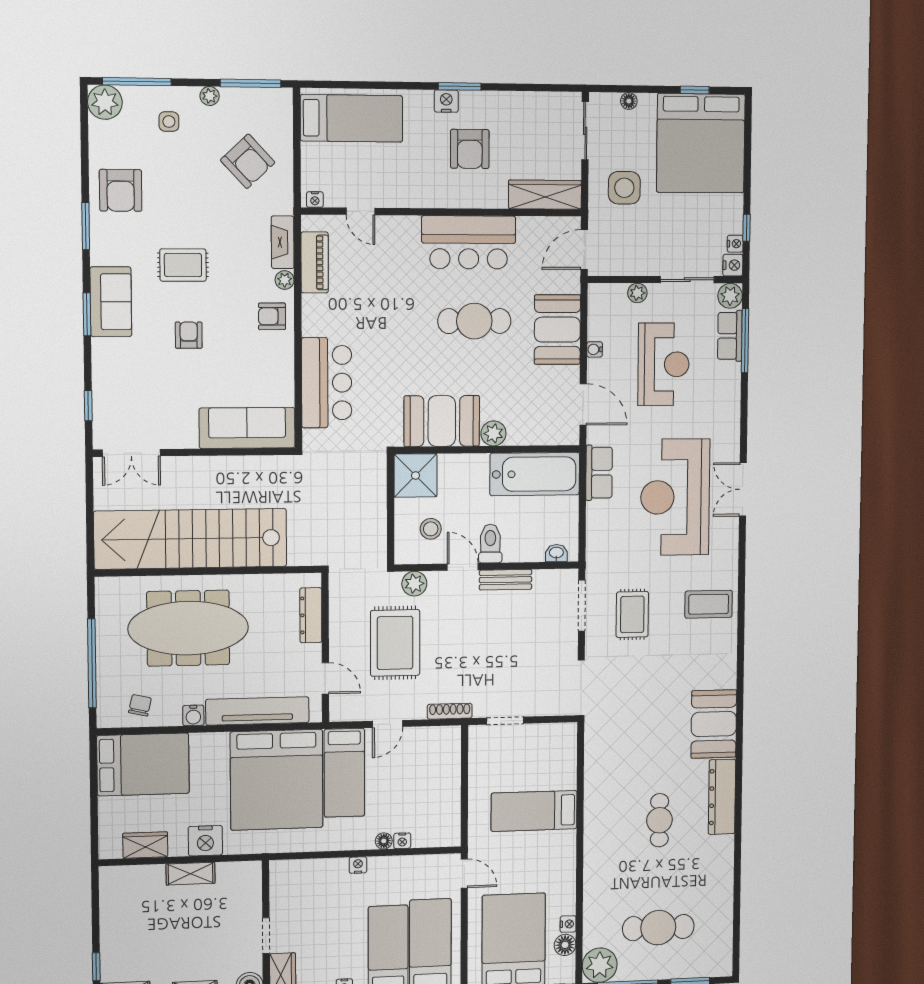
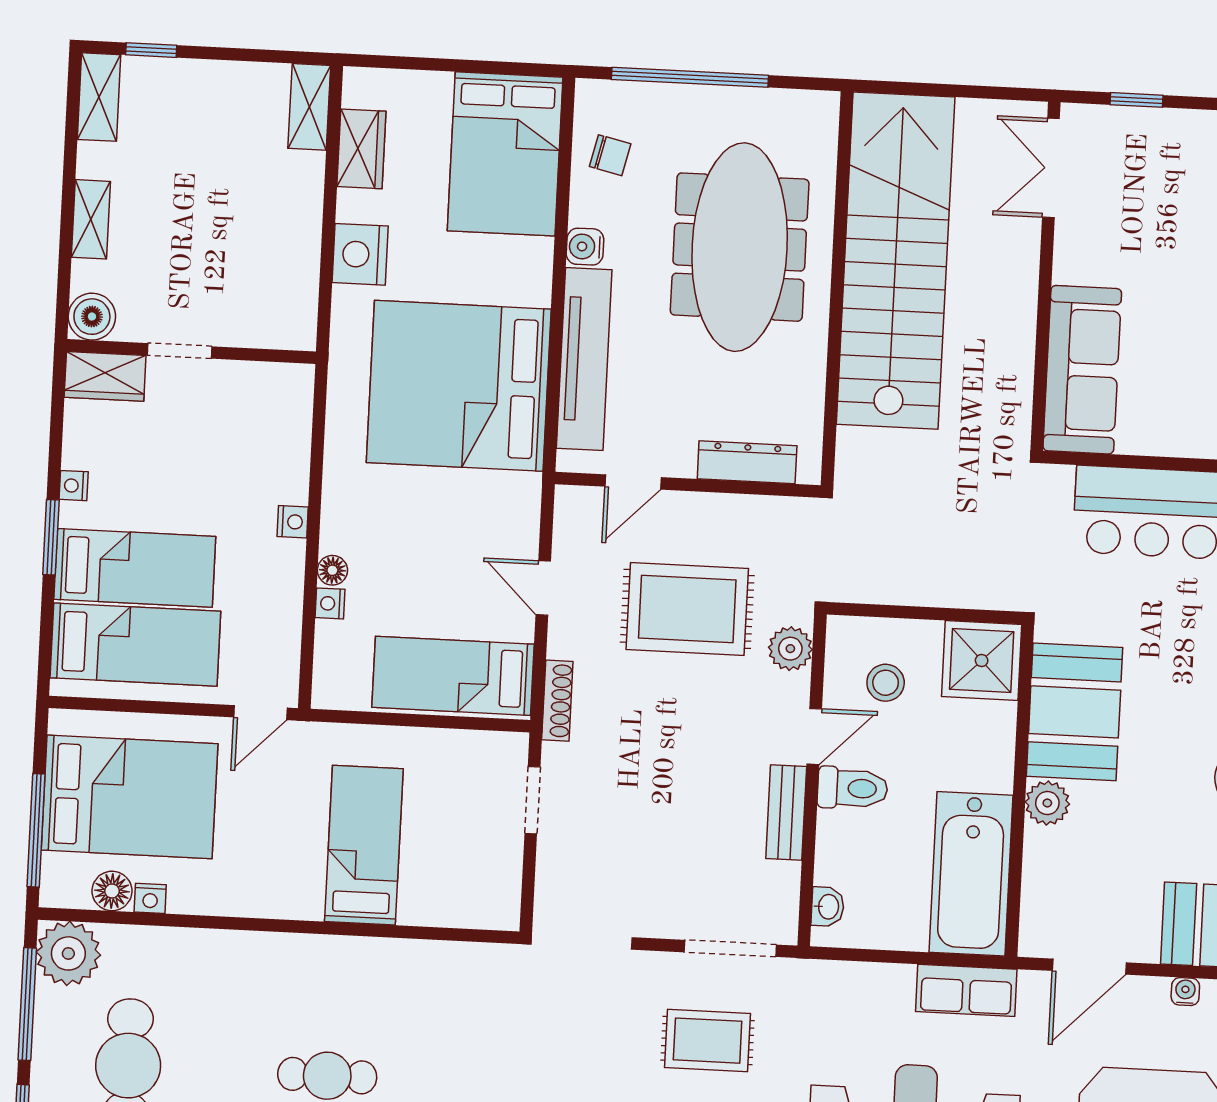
bed: (344, 773) -> (453, 676), moved
shelving: (190, 874) -> (309, 107), moved

